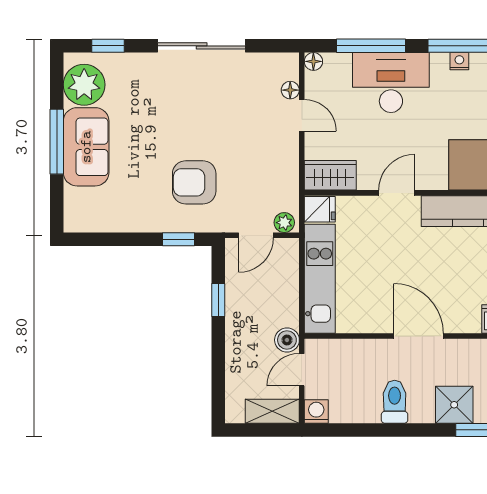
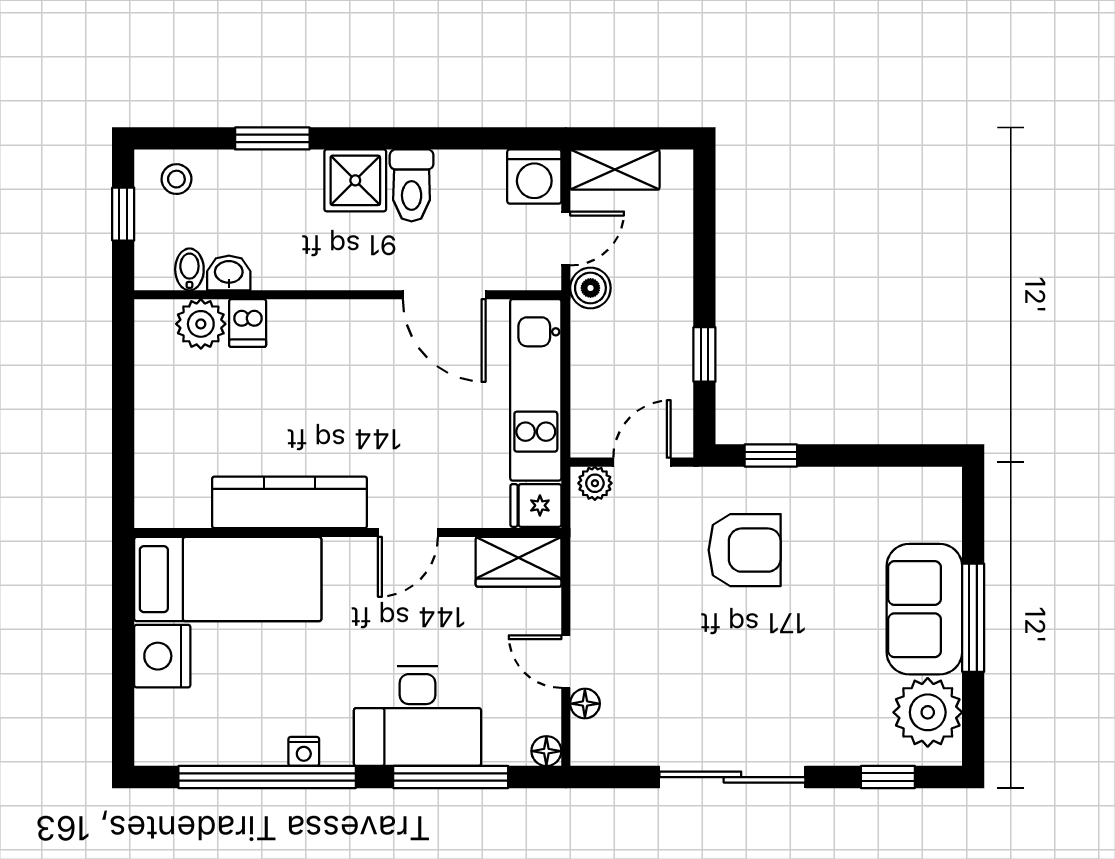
door: (418, 336) -> (444, 295), moved
shower: (454, 405) -> (355, 180), moved
washing machine: (316, 412) -> (534, 176), width x1.38, depth x1.38

